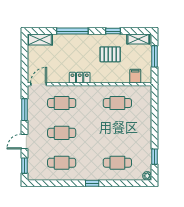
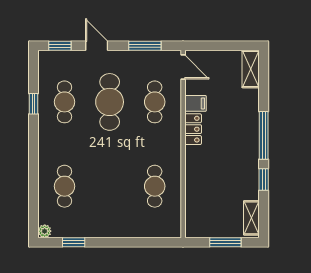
window: (72, 31) -> (264, 135), moved
pallet: (110, 54) -> (228, 175), removed
filing cabinet: (135, 76) -> (195, 103), moved
cafe table: (62, 133) -> (110, 102), width x1.37, depth x1.35
window: (92, 183) -> (33, 104), moved

